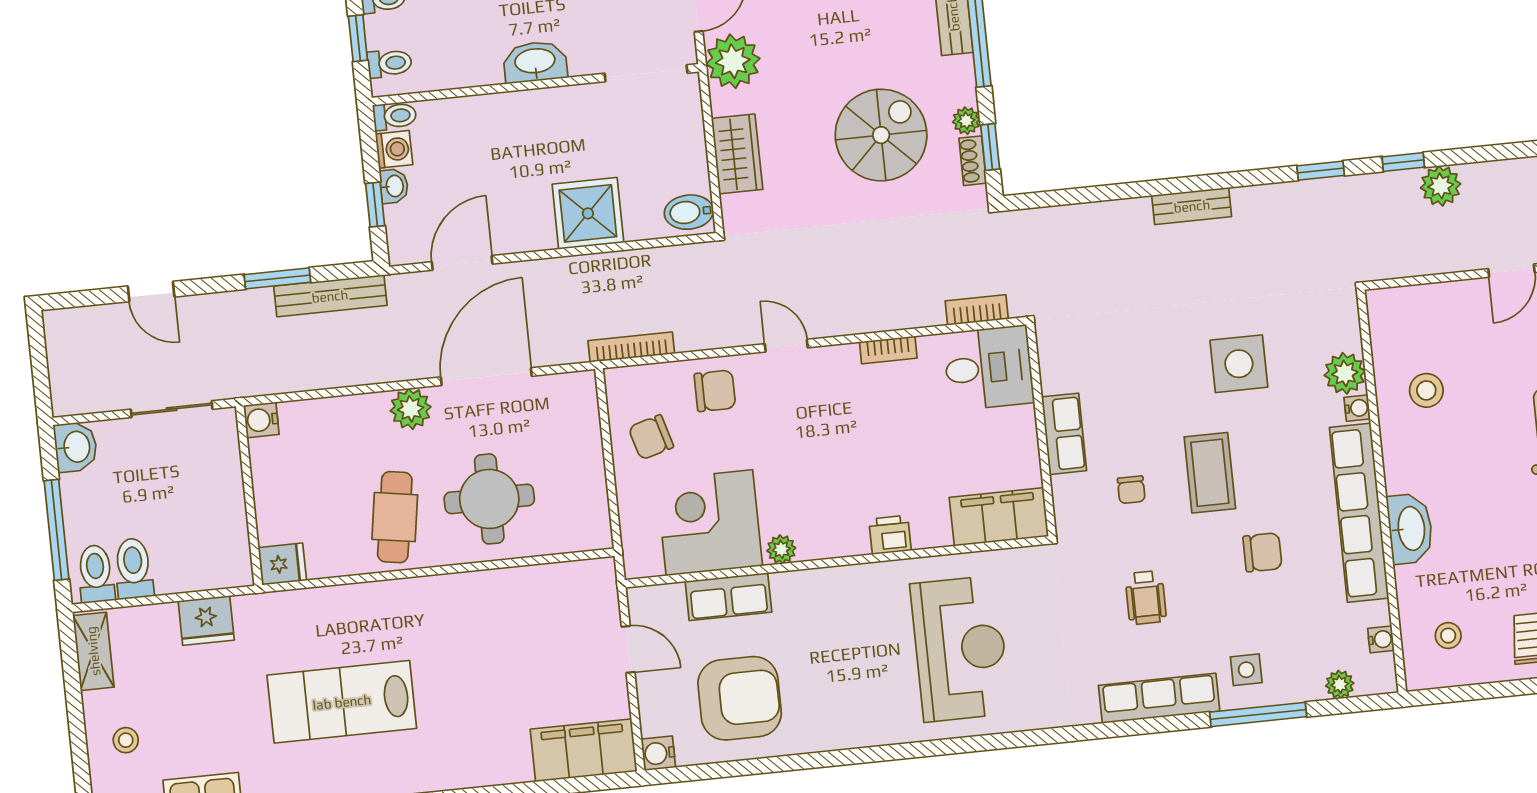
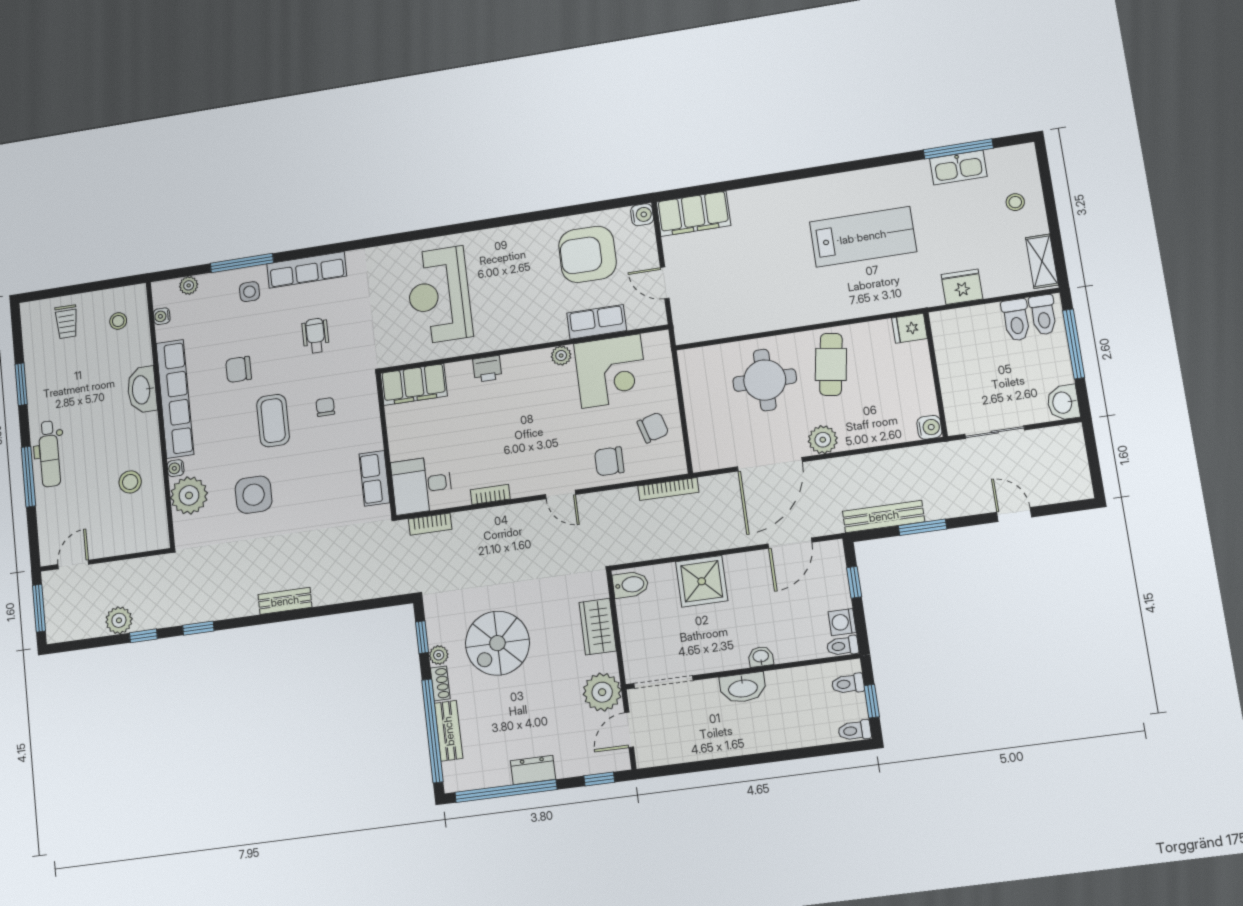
shoe rack: (973, 161) -> (440, 683), moved
washbasin: (394, 186) -> (761, 657), moved, turned 90
plant: (1345, 373) -> (189, 495), width x1.36, depth x1.36
row of seats: (1064, 434) -> (374, 478), moved

